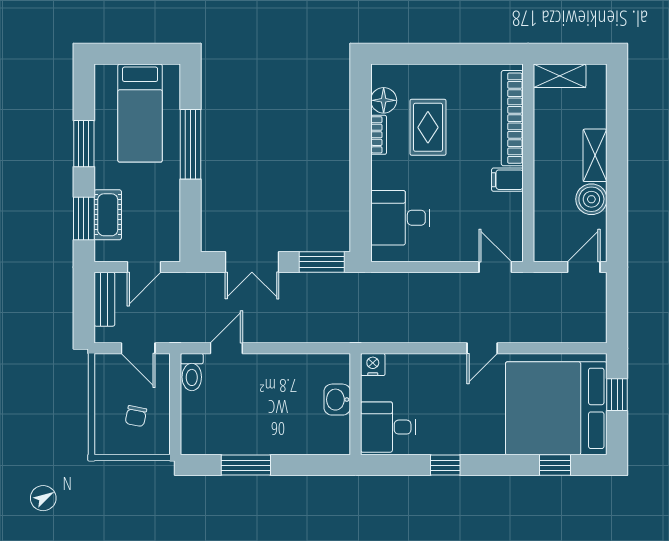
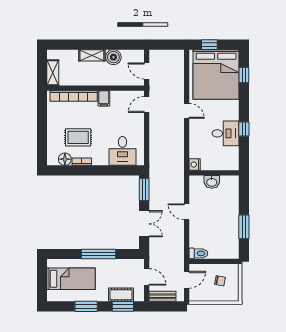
window: (191, 144) -> (99, 254), moved
door: (584, 267) -> (147, 71), moved
door: (226, 348) -> (187, 212), moved
desk: (388, 427) -> (226, 133), moved, turned -90

